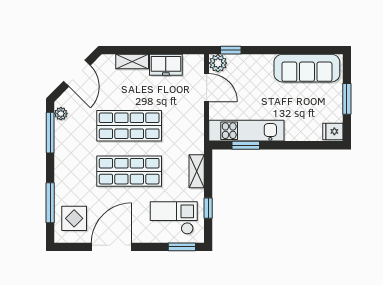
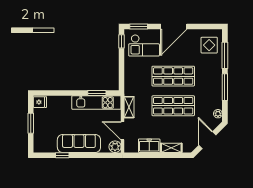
window: (231, 50) -> (62, 155), moved
sofa: (307, 68) -> (79, 143), moved
window: (50, 133) -> (225, 87), moved
shelving: (197, 171) -> (129, 107), moved
window: (208, 208) -> (121, 41), moved
door: (112, 247) -> (174, 27), moved

